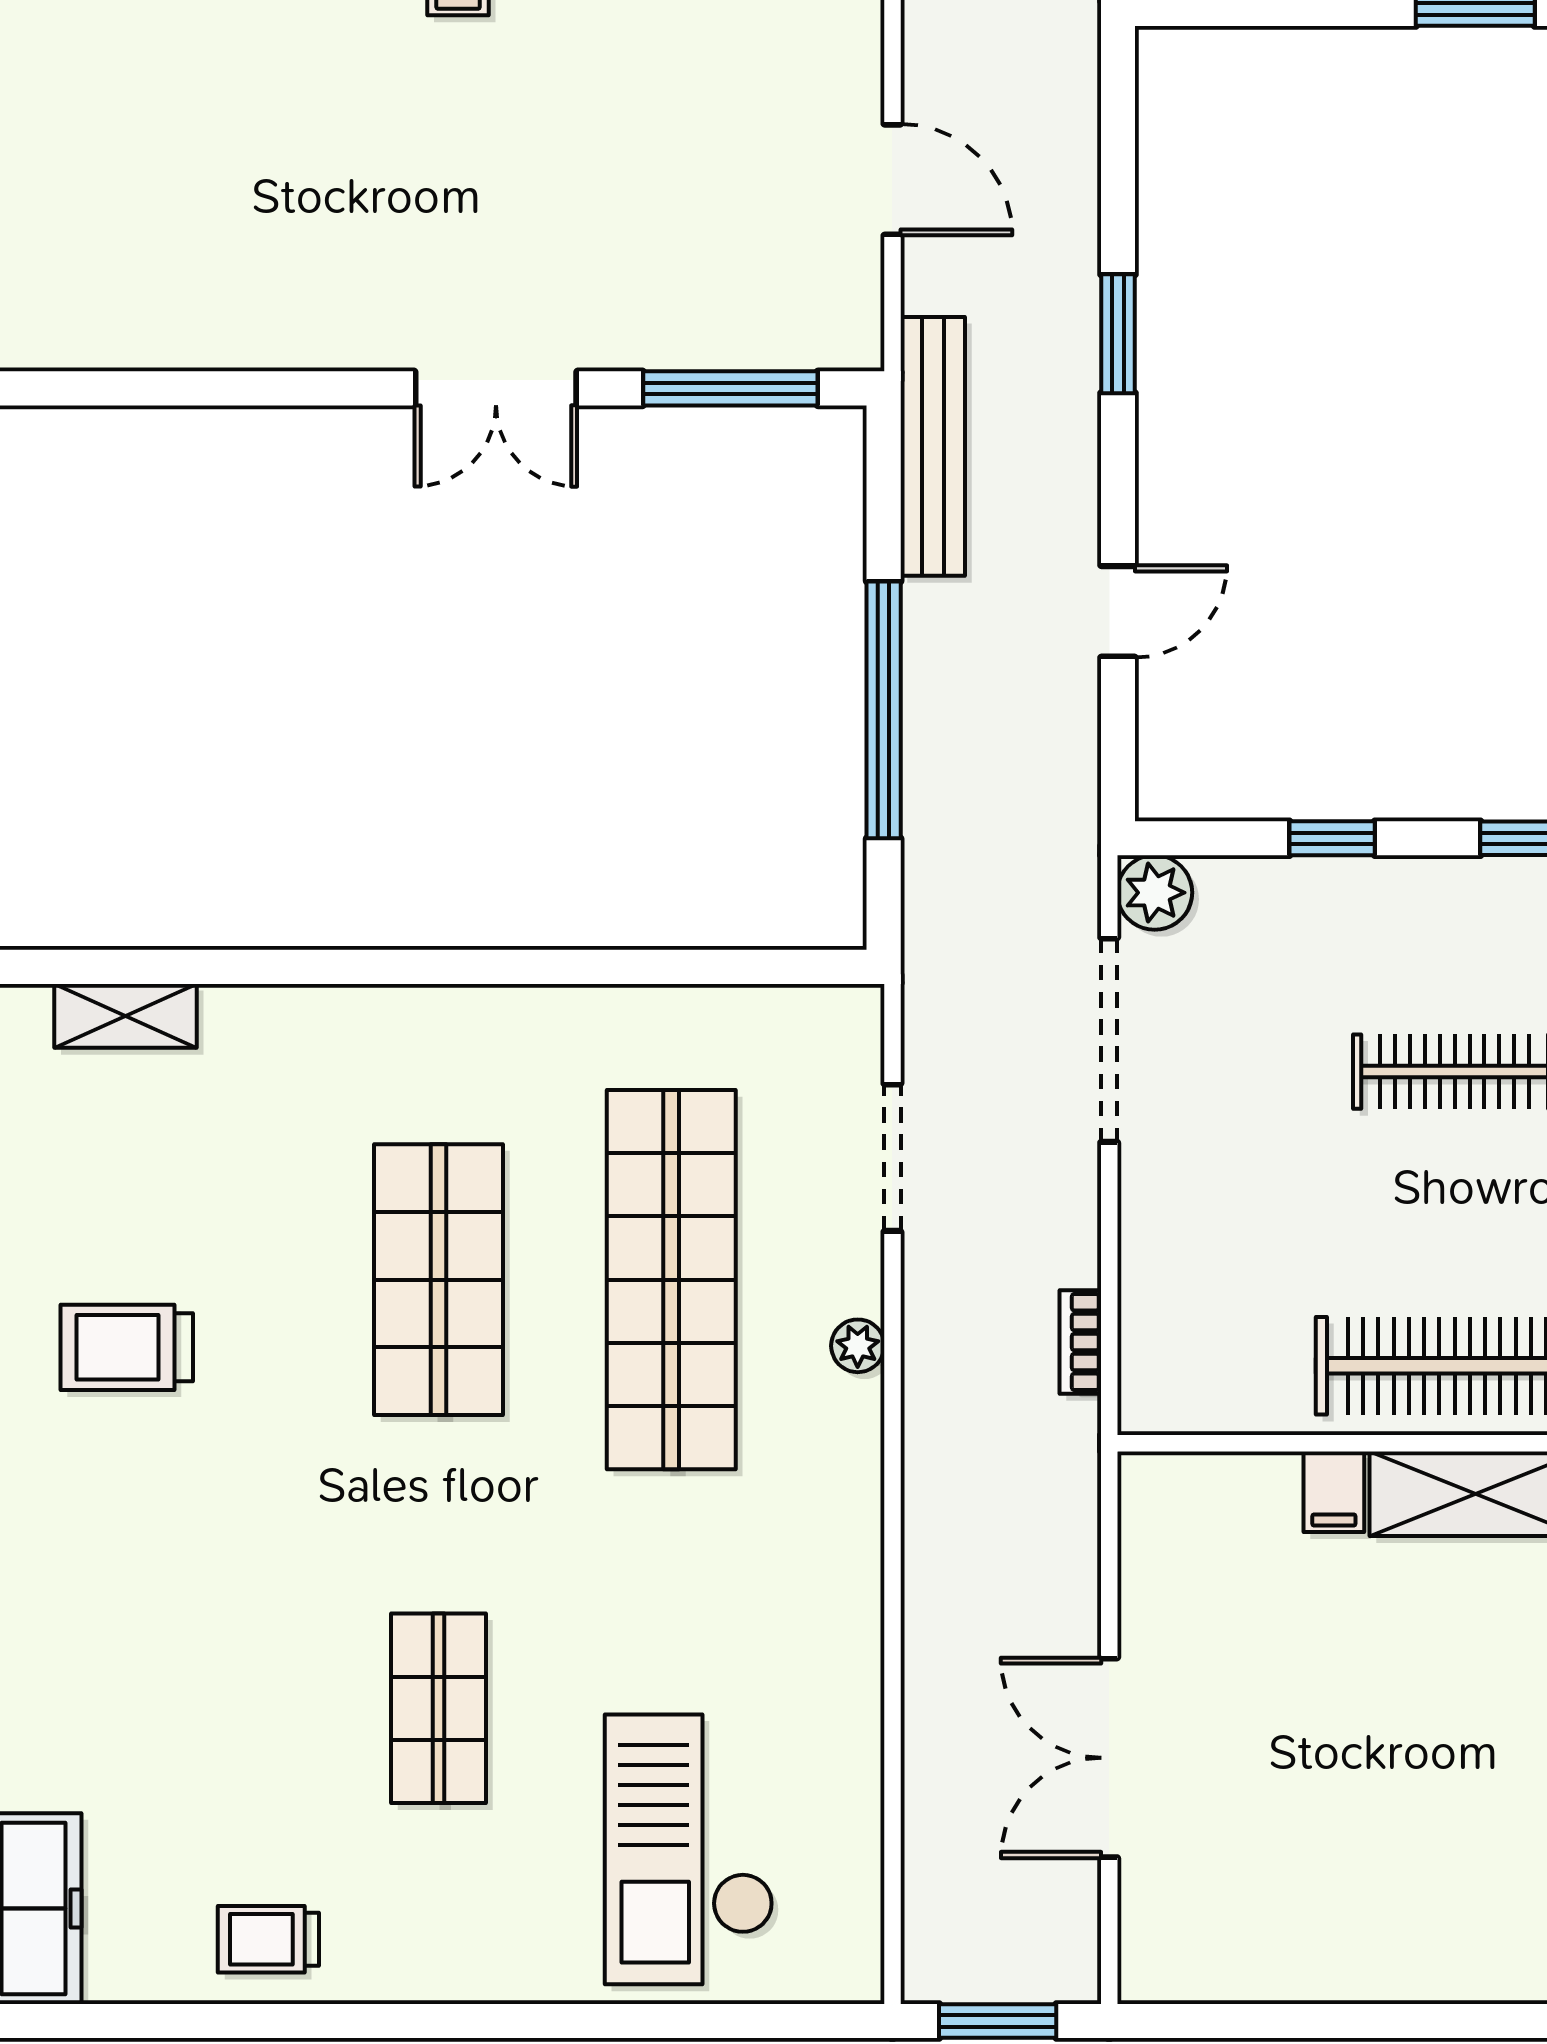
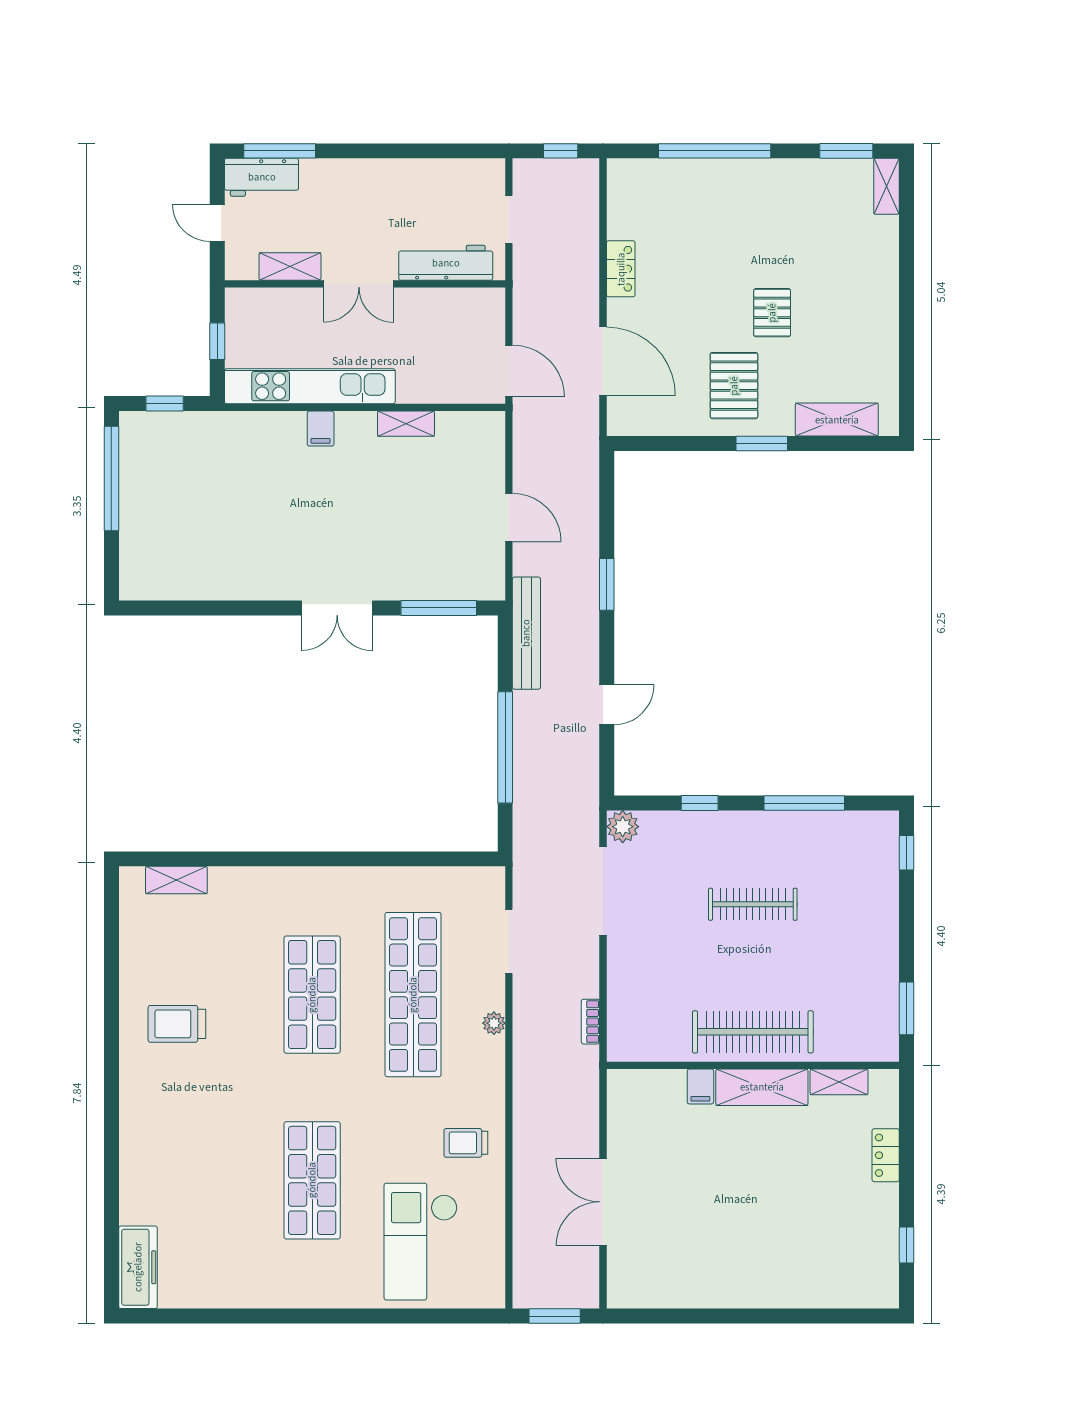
shop shelf: (439, 1708) -> (312, 1180), width x1.43, depth x1.36
trolley: (268, 1939) -> (466, 1143), moved

